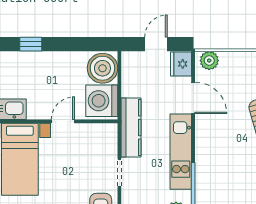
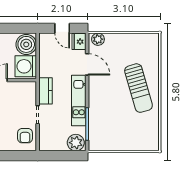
door: (156, 44) -> (62, 28), swing flipped
kitchen counter: (131, 128) -> (45, 91), width x0.67

